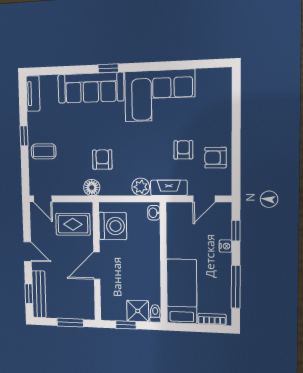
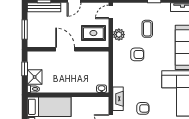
coffee table: (44, 151) -> (147, 29), moved
floor lamp: (92, 187) -> (119, 47), removed
plant: (141, 187) -> (119, 35), moved
rug: (73, 224) -> (93, 33), turned 90
washing machine: (113, 226) -> (92, 61), removed

